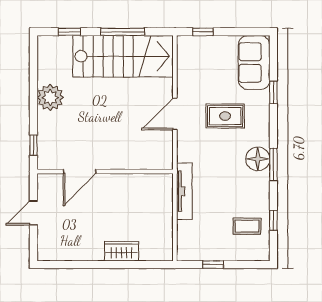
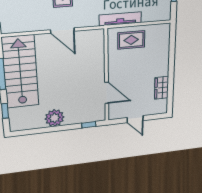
rug: (154, 206) -> (131, 40), added
wardrobe: (122, 251) -> (162, 88), moved

